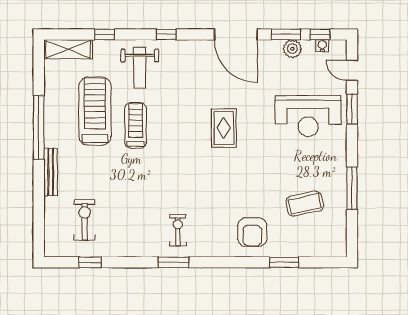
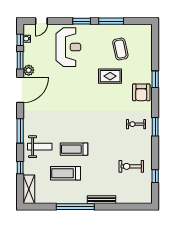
window: (166, 34) -> (20, 131), width x2.17
plant: (292, 49) -> (29, 70), moved
window: (352, 109) -> (82, 21), moved
treadmill: (95, 111) -> (65, 173), width x0.73, depth x0.73
rug: (224, 128) -> (110, 76), moved
exercise bike: (85, 220) -> (131, 166), moved
armchair: (252, 232) -> (141, 92), moved, turned 90
window: (284, 262) -> (155, 79), moved

